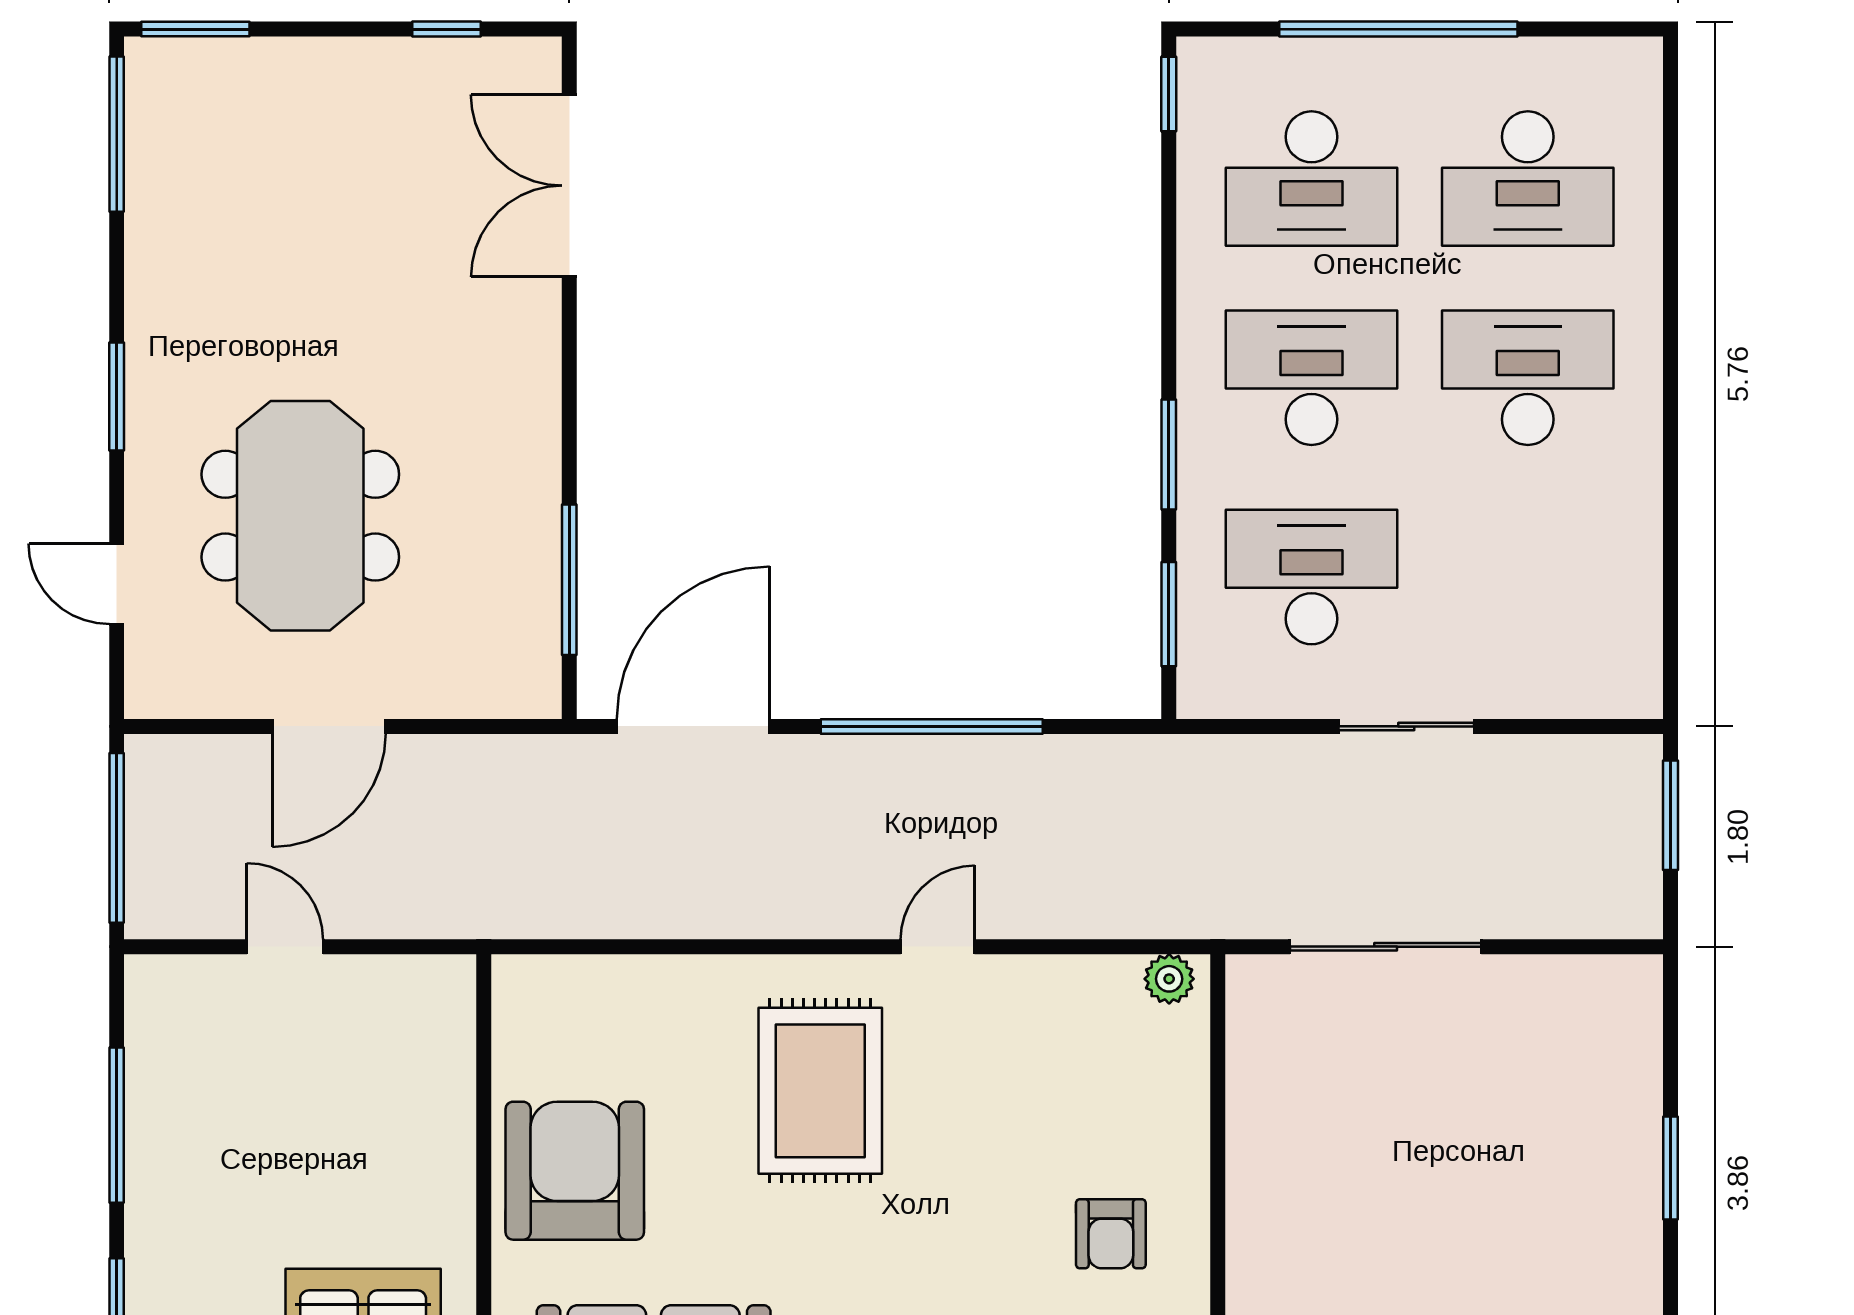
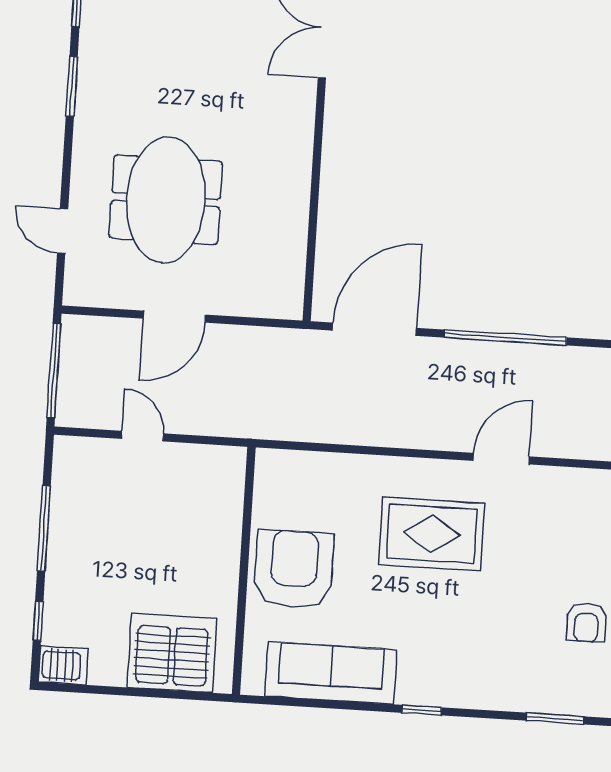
window: (117, 397) -> (72, 86), moved
window: (569, 580) -> (311, 244), removed
door: (938, 947) -> (501, 459), width x1.38
rug: (820, 1091) -> (432, 534), turned 90

